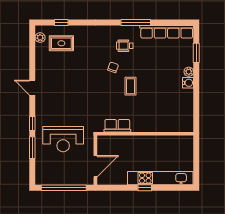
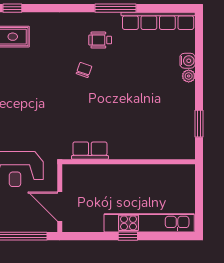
window: (196, 53) -> (199, 124), moved
water cooler: (188, 83) -> (188, 61), moved
coffee table: (130, 86) -> (108, 96), removed
door: (95, 166) -> (60, 207), swing flipped

